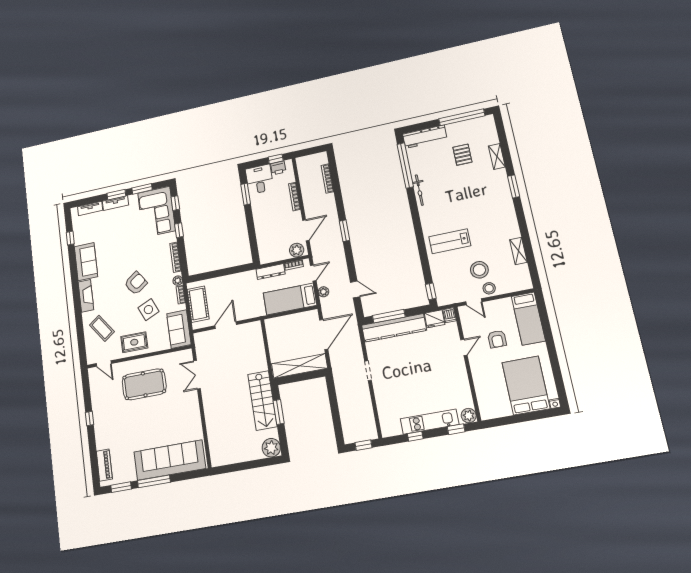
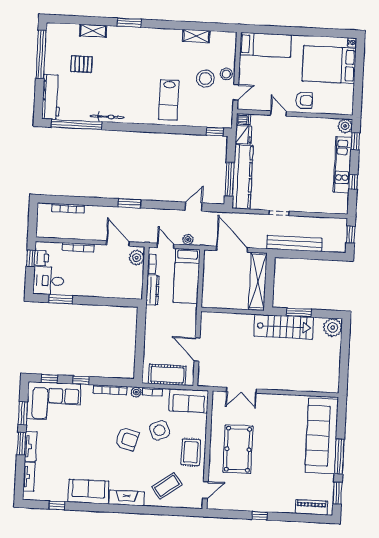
armchair: (136, 283) -> (127, 439), turned 140
armchair: (497, 339) -> (304, 100), moved
bench: (342, 392) -> (294, 244), added

